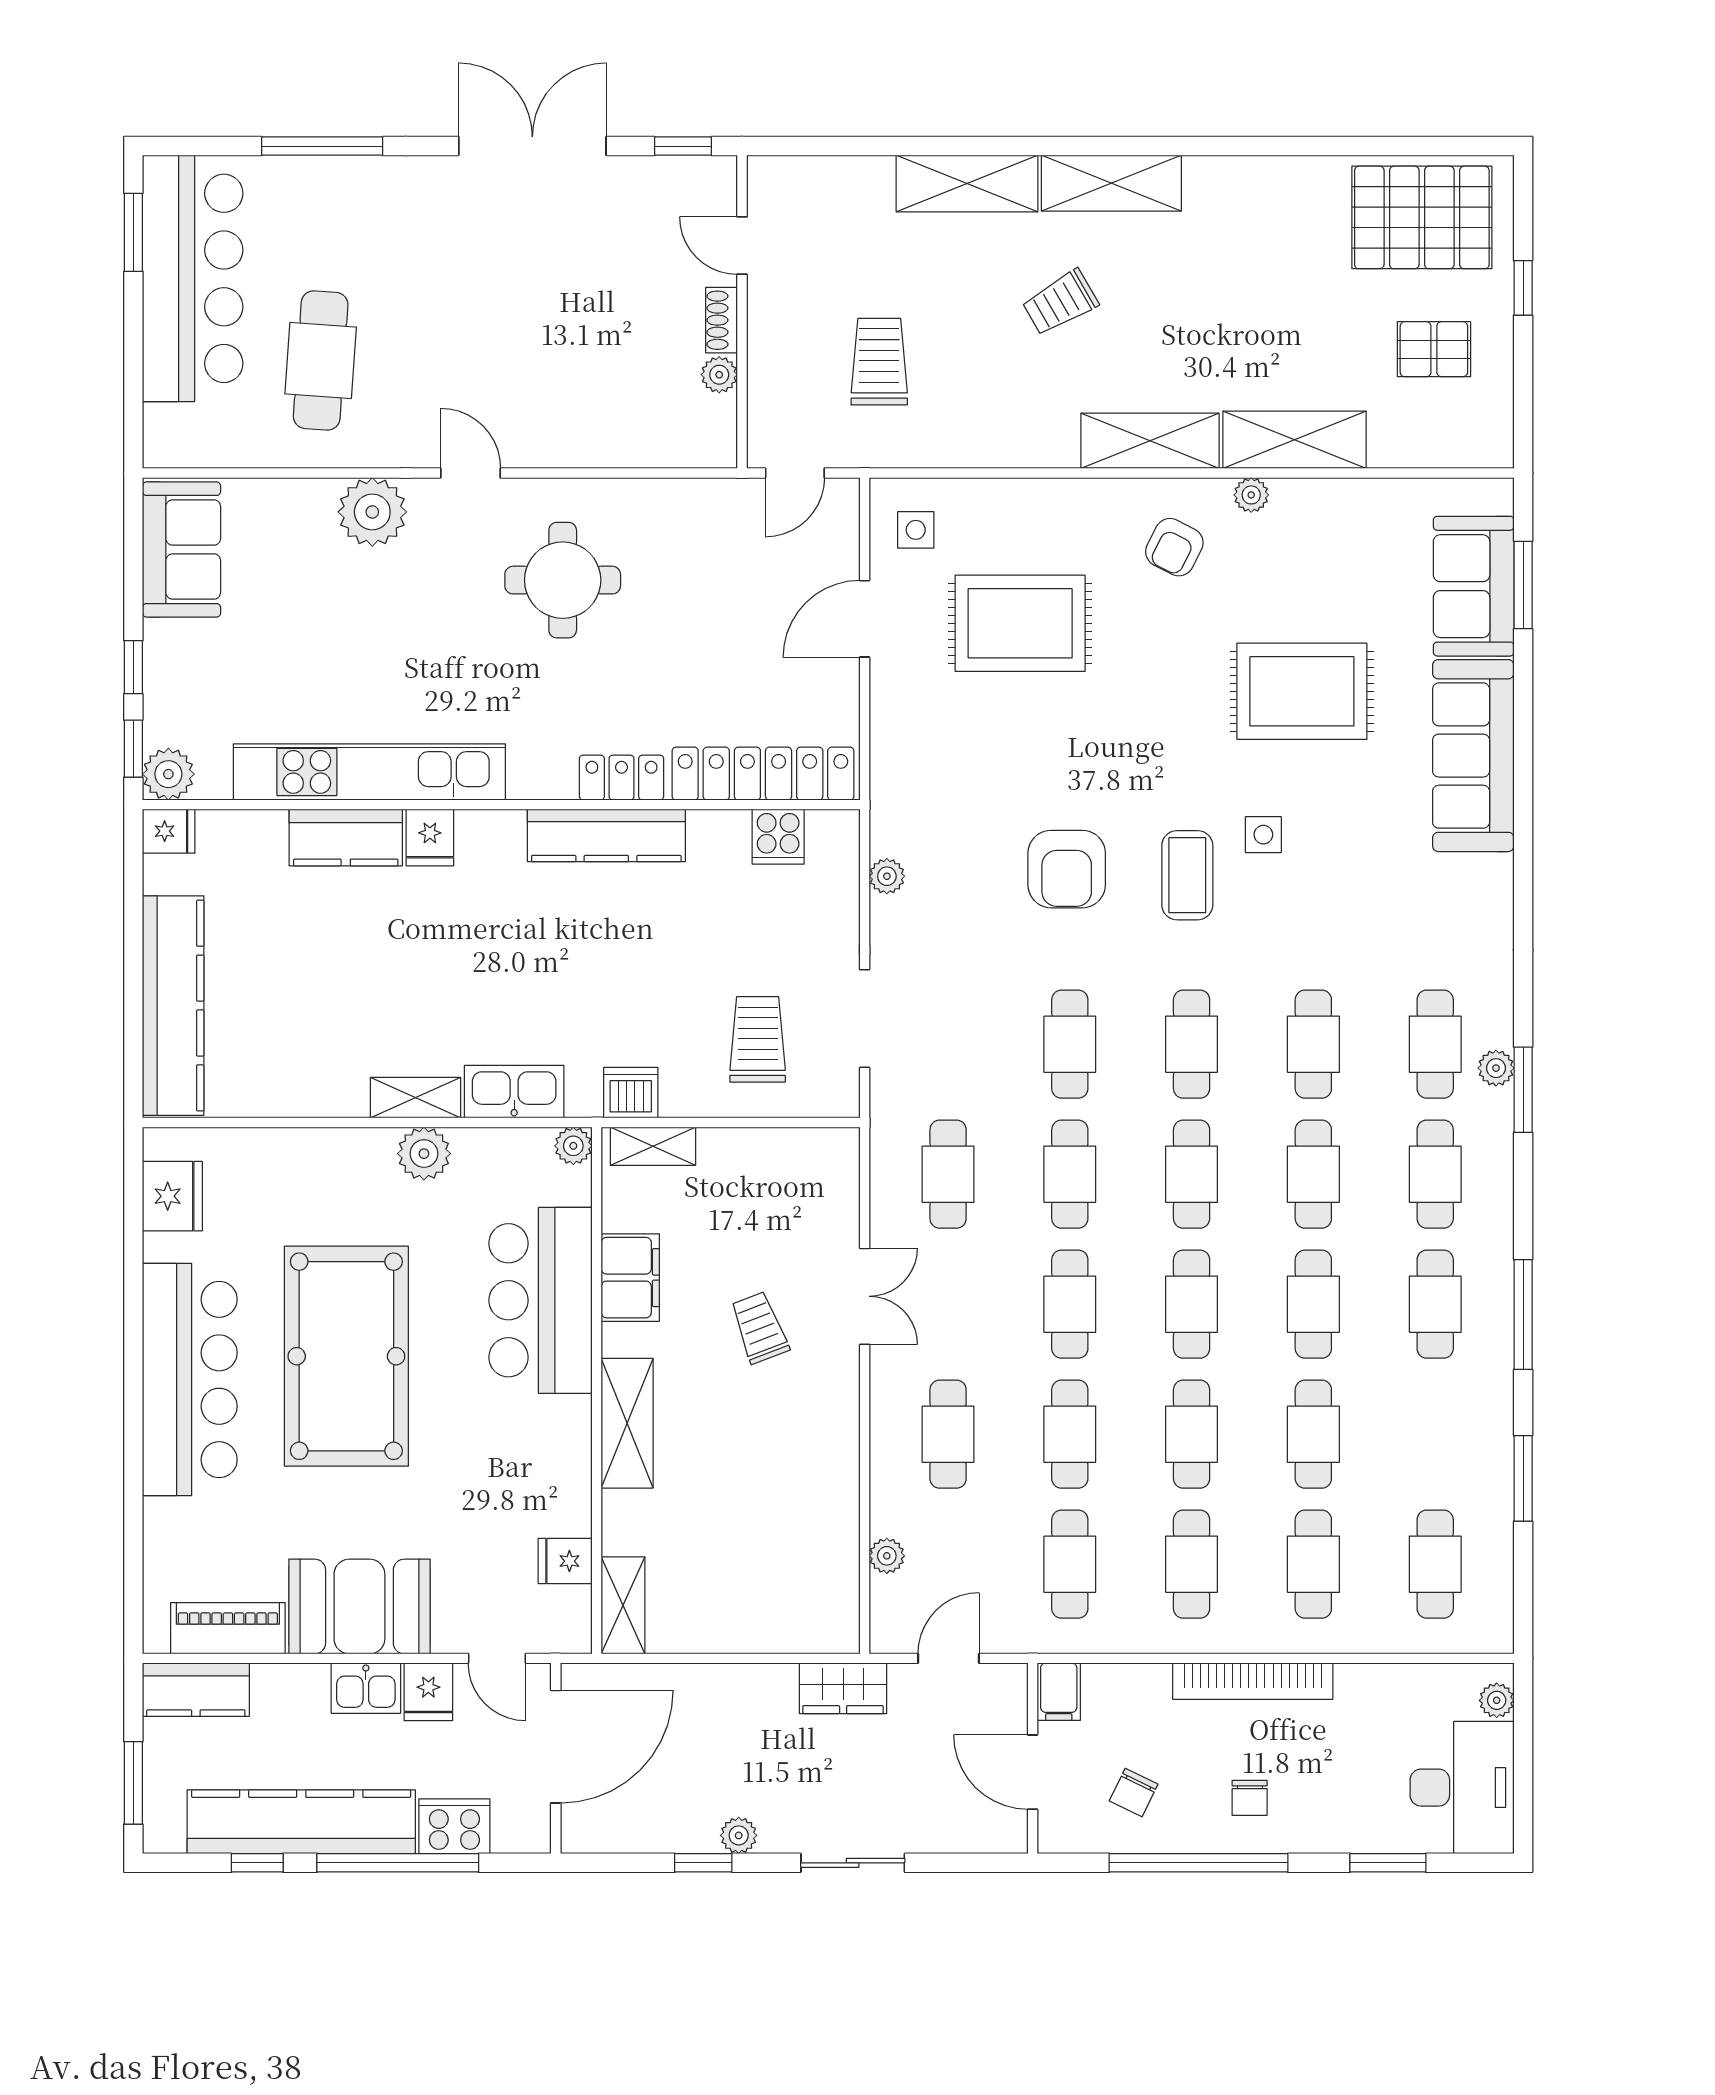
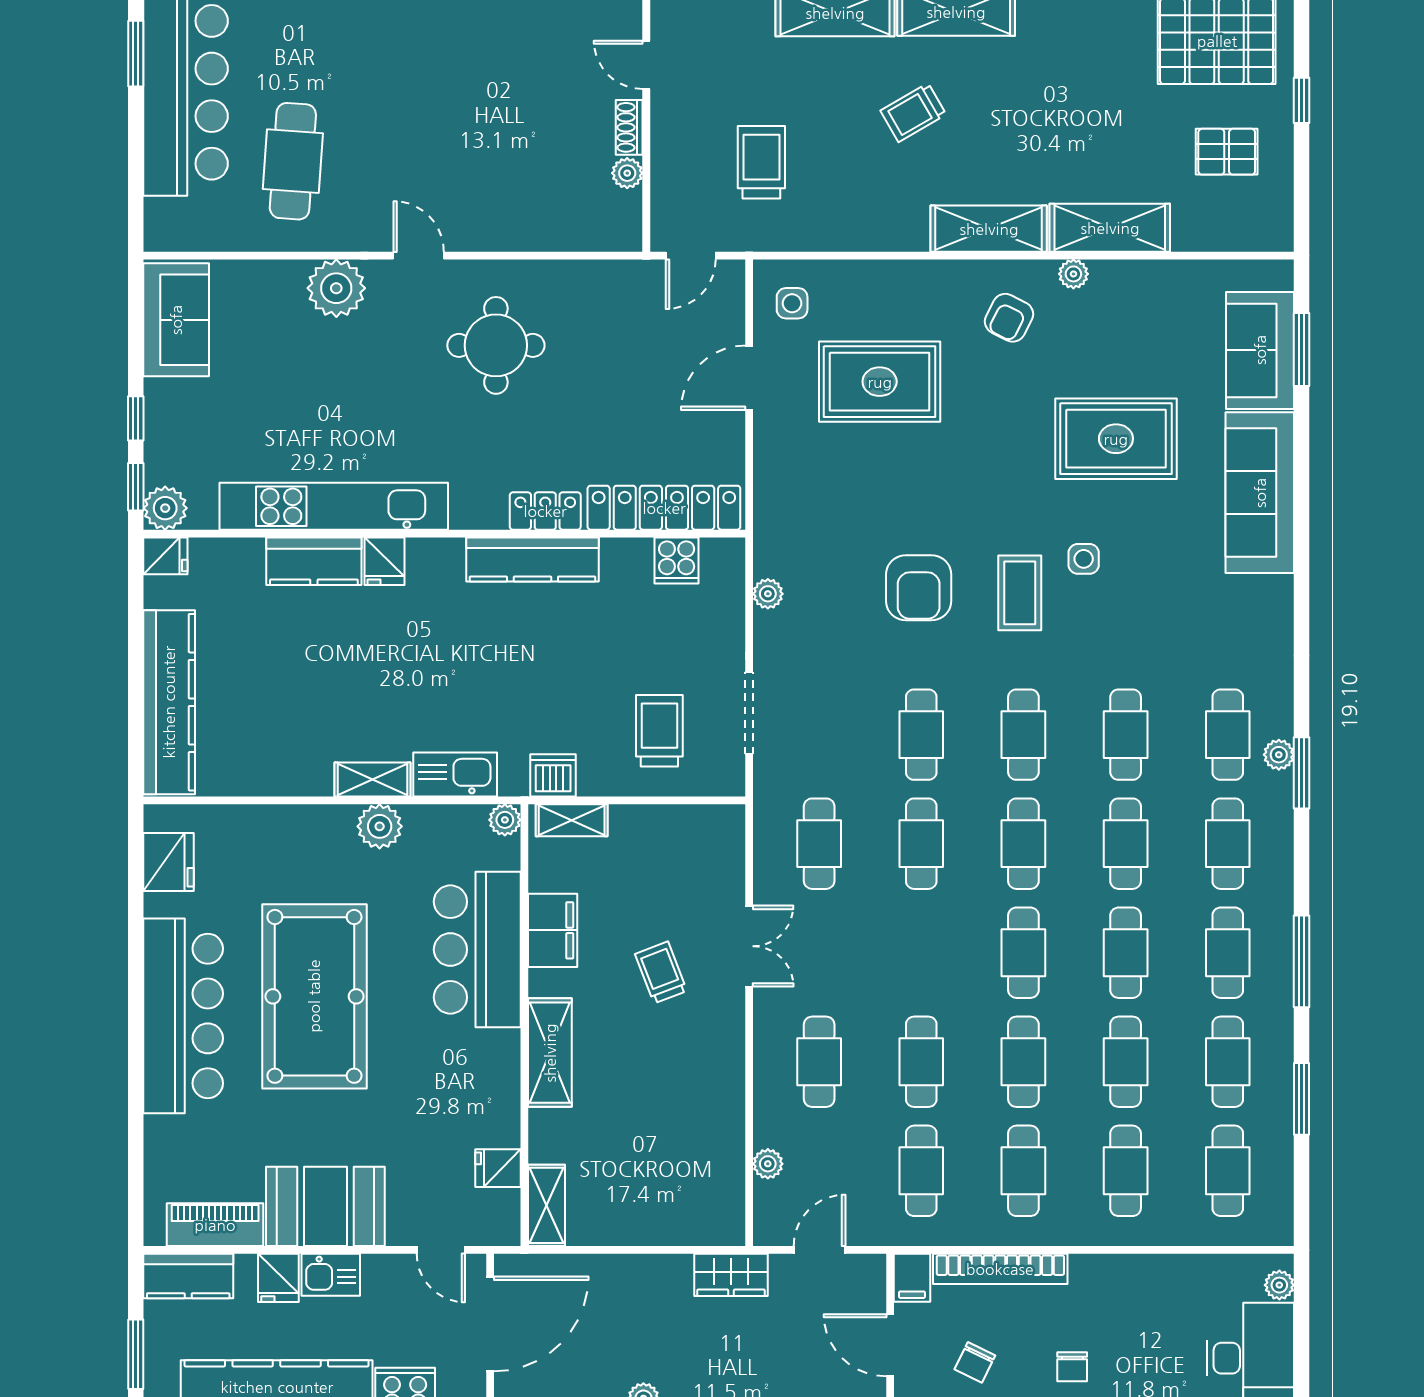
cafe table: (1070, 1304) -> (1228, 1062), moved
bookcase: (1253, 1681) -> (1000, 1269), moved
fridge: (428, 1692) -> (278, 1278), moved

